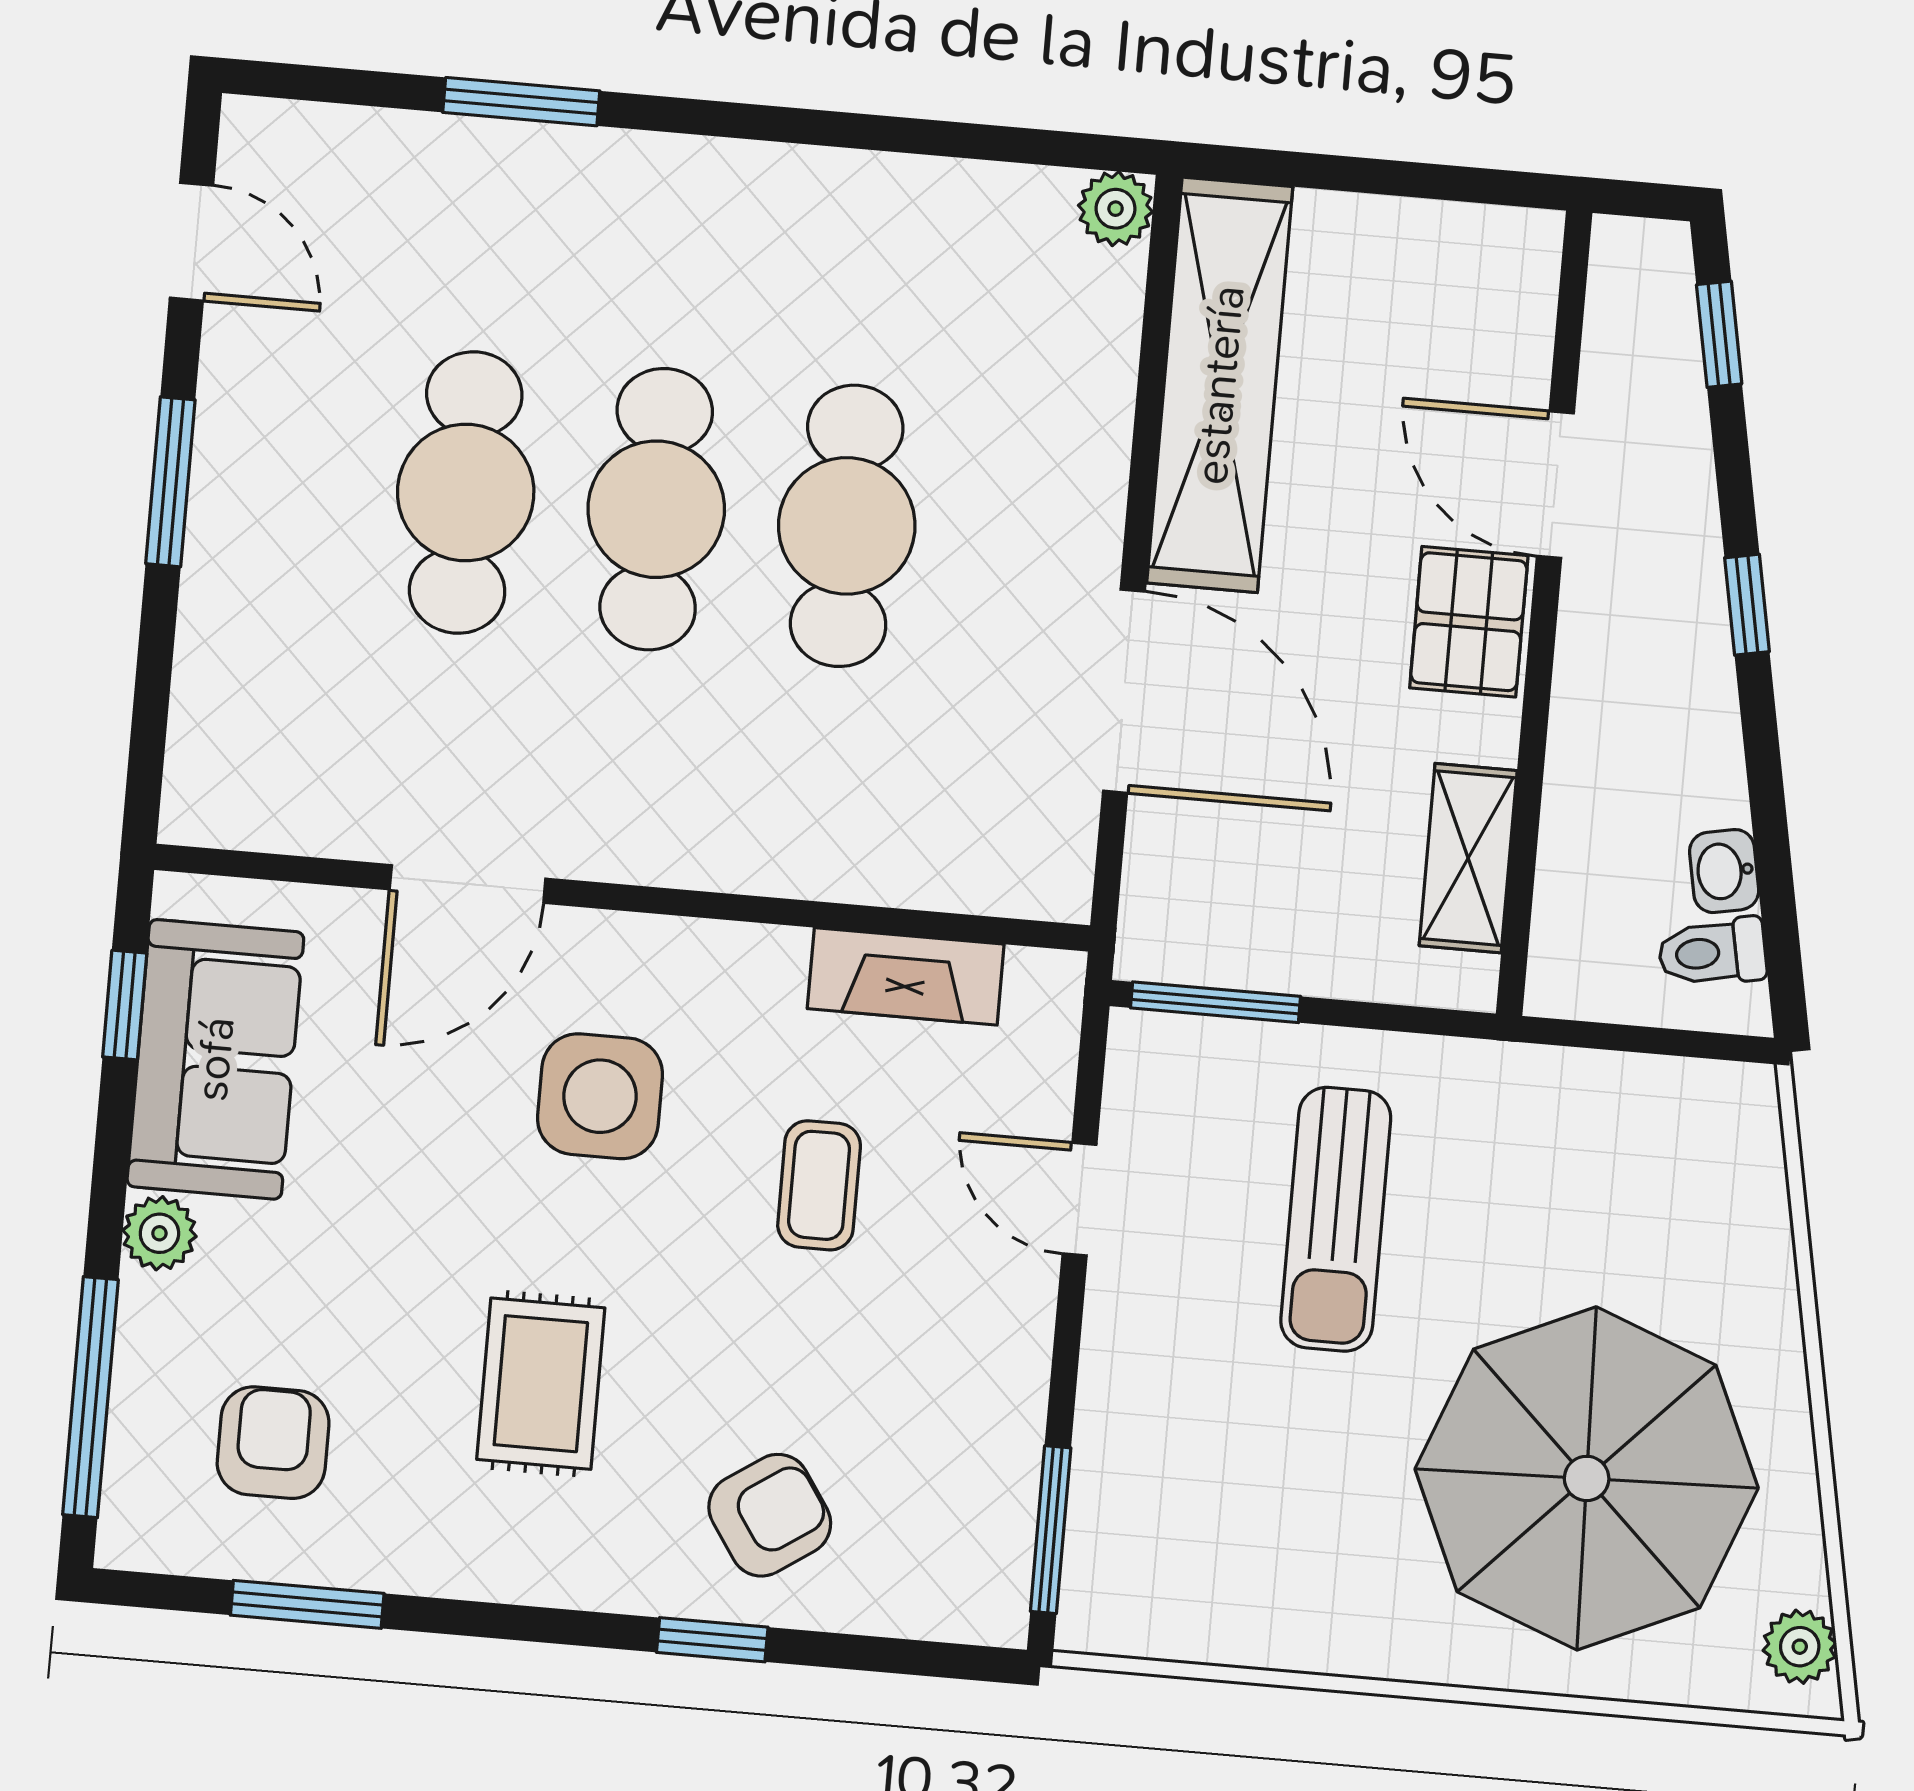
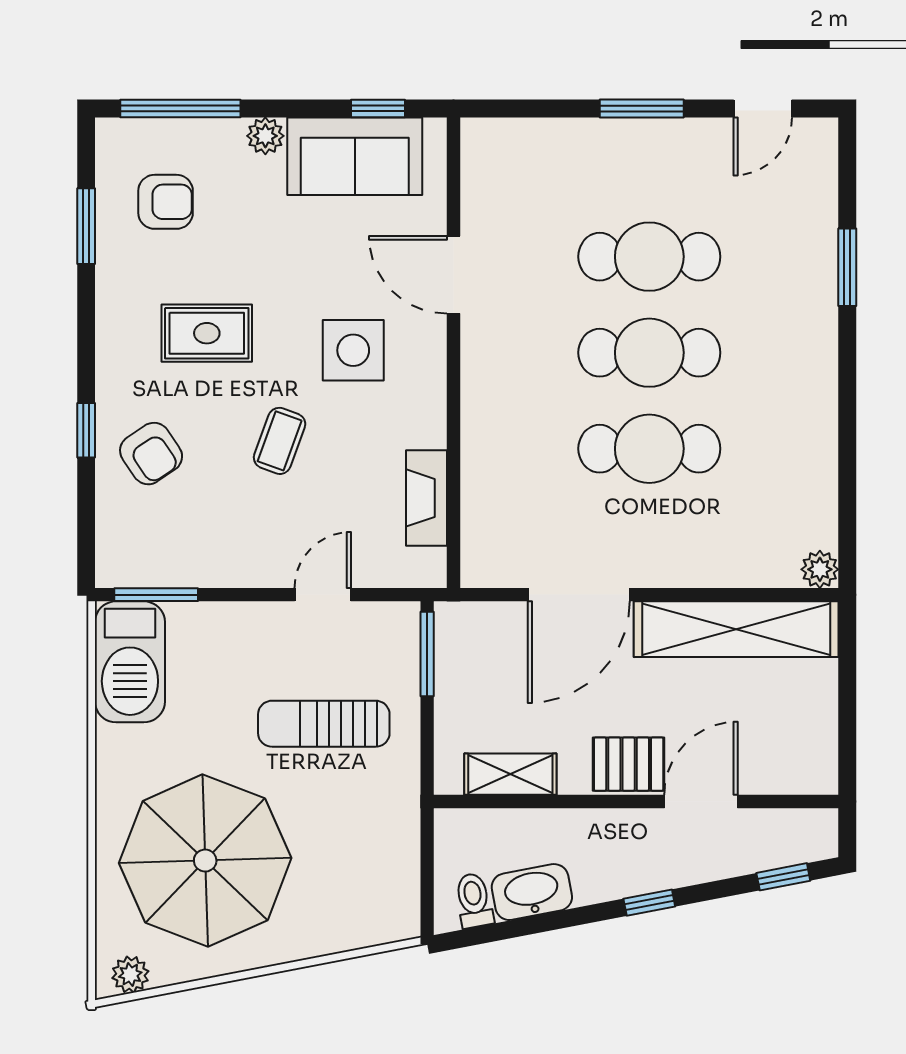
washbasin: (1724, 871) -> (532, 892), width x1.91, depth x1.45
coffee table: (819, 1185) -> (280, 441), moved, turned -70
barbecue: (1179, 1593) -> (130, 662), added

